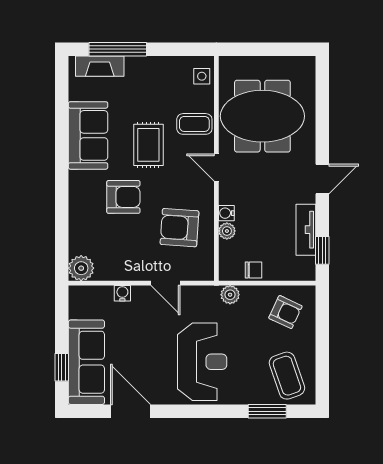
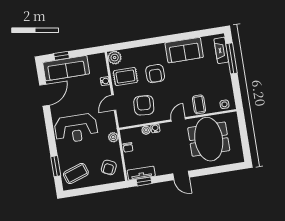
rug: (148, 145) -> (125, 77), moved
tv unit: (306, 230) -> (141, 173), moved

